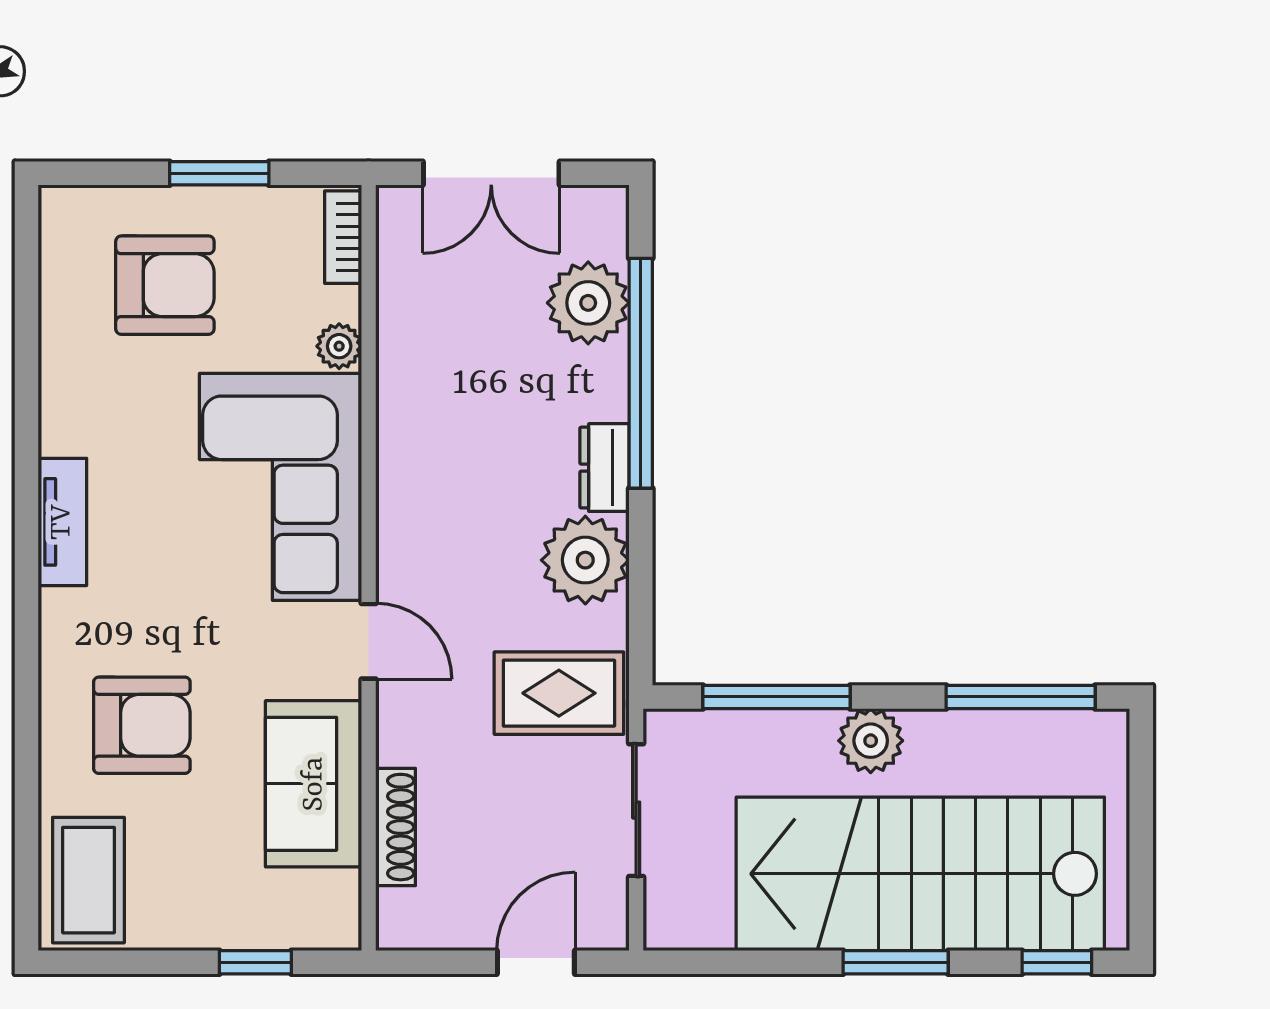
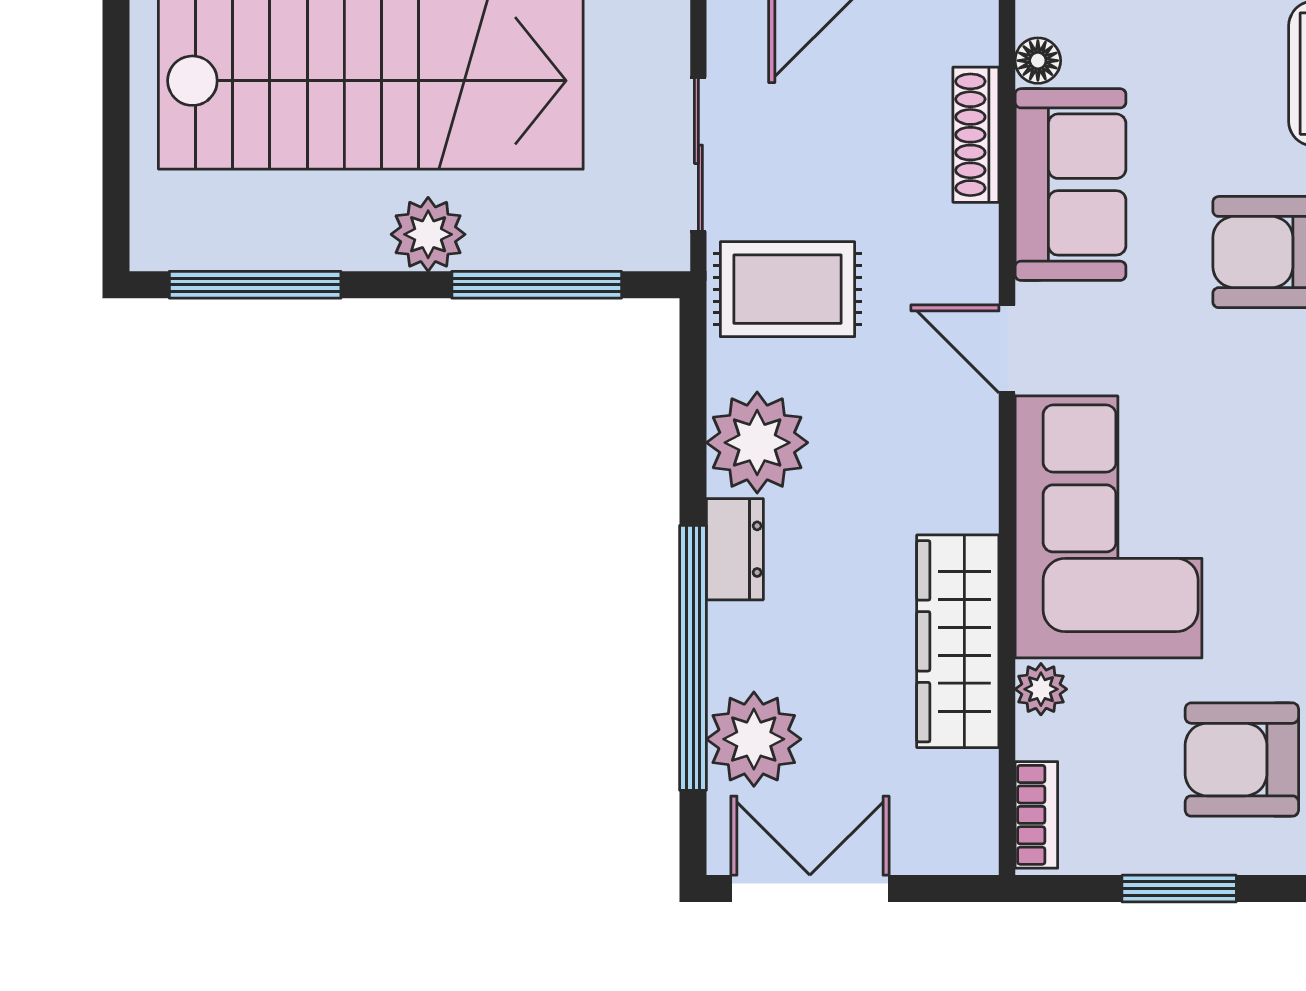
double door: (491, 173) -> (810, 889), moved
wardrobe: (411, 388) -> (958, 641), added
floor lamp: (342, 891) -> (1038, 61), added

